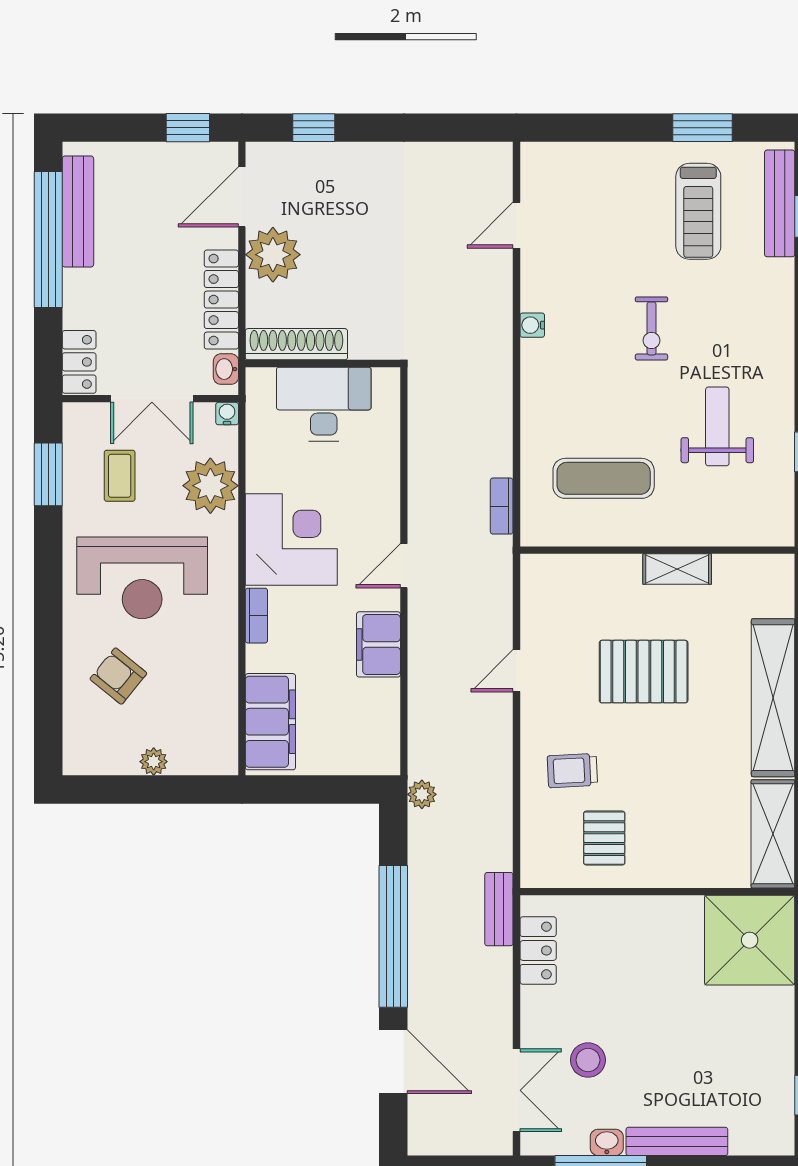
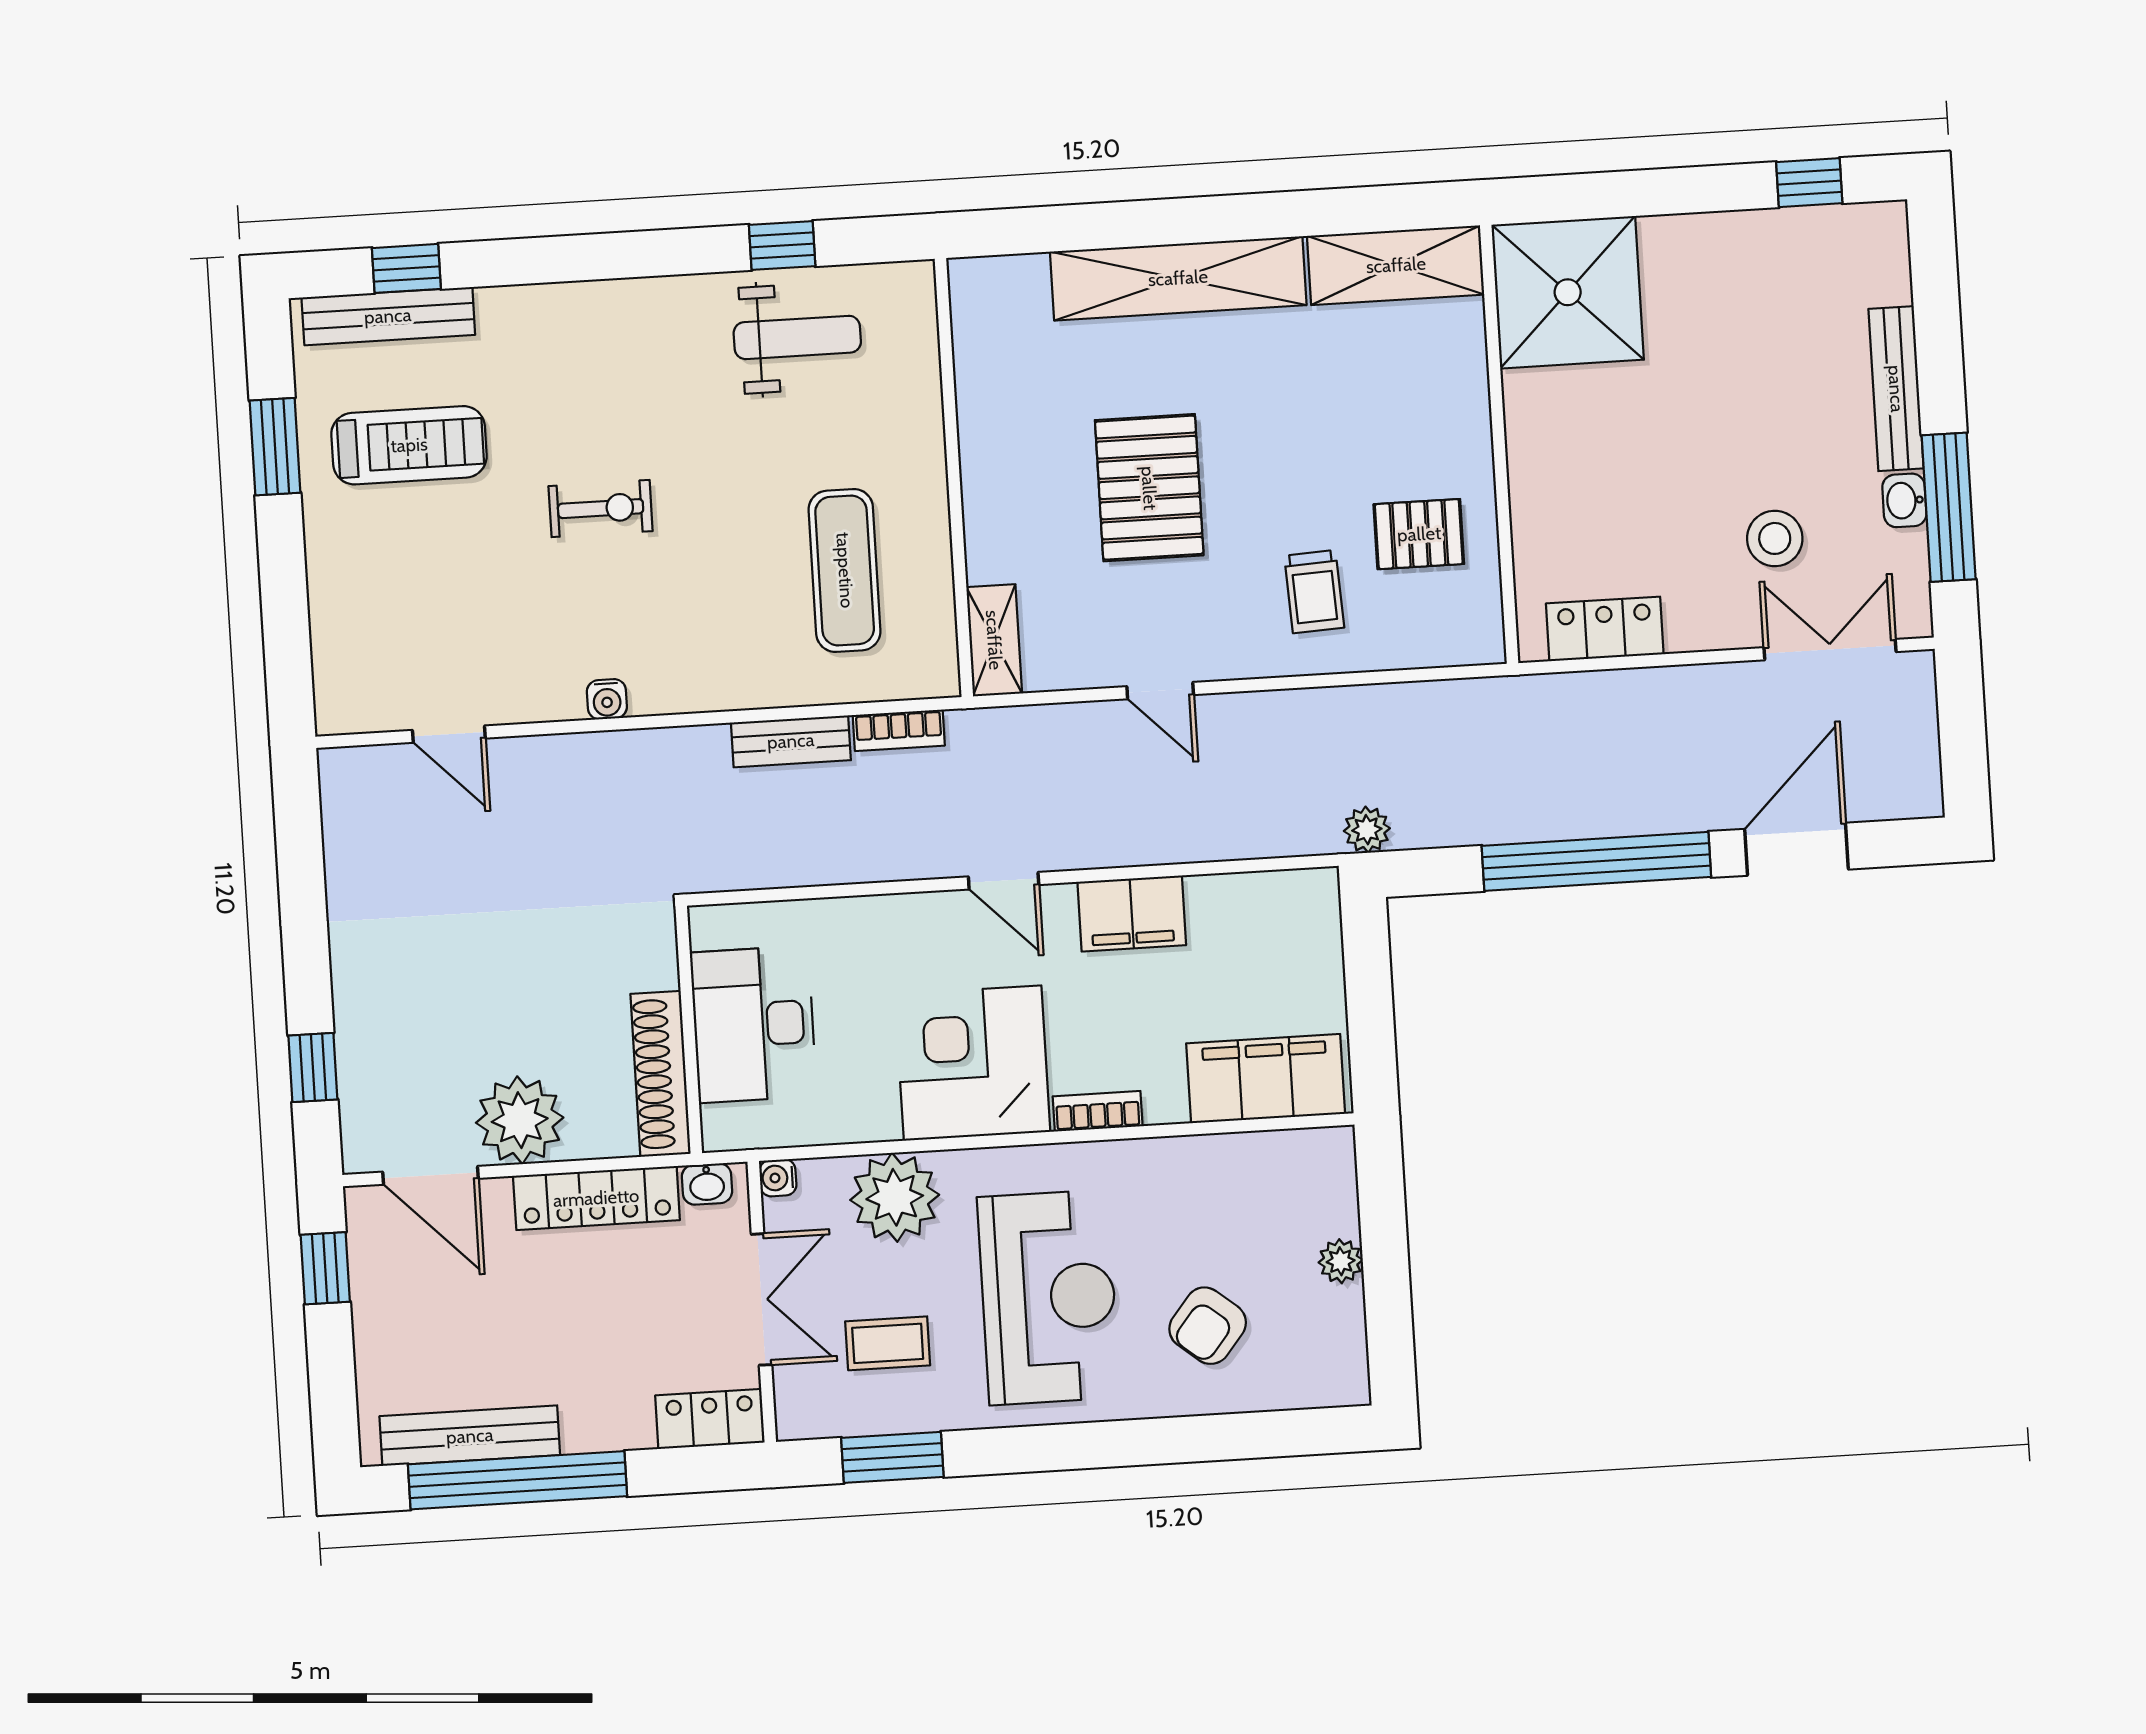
weight bench: (717, 426) -> (797, 337), moved, turned 180
shelving: (677, 569) -> (994, 640), moved
bench: (499, 909) -> (791, 741), moved

